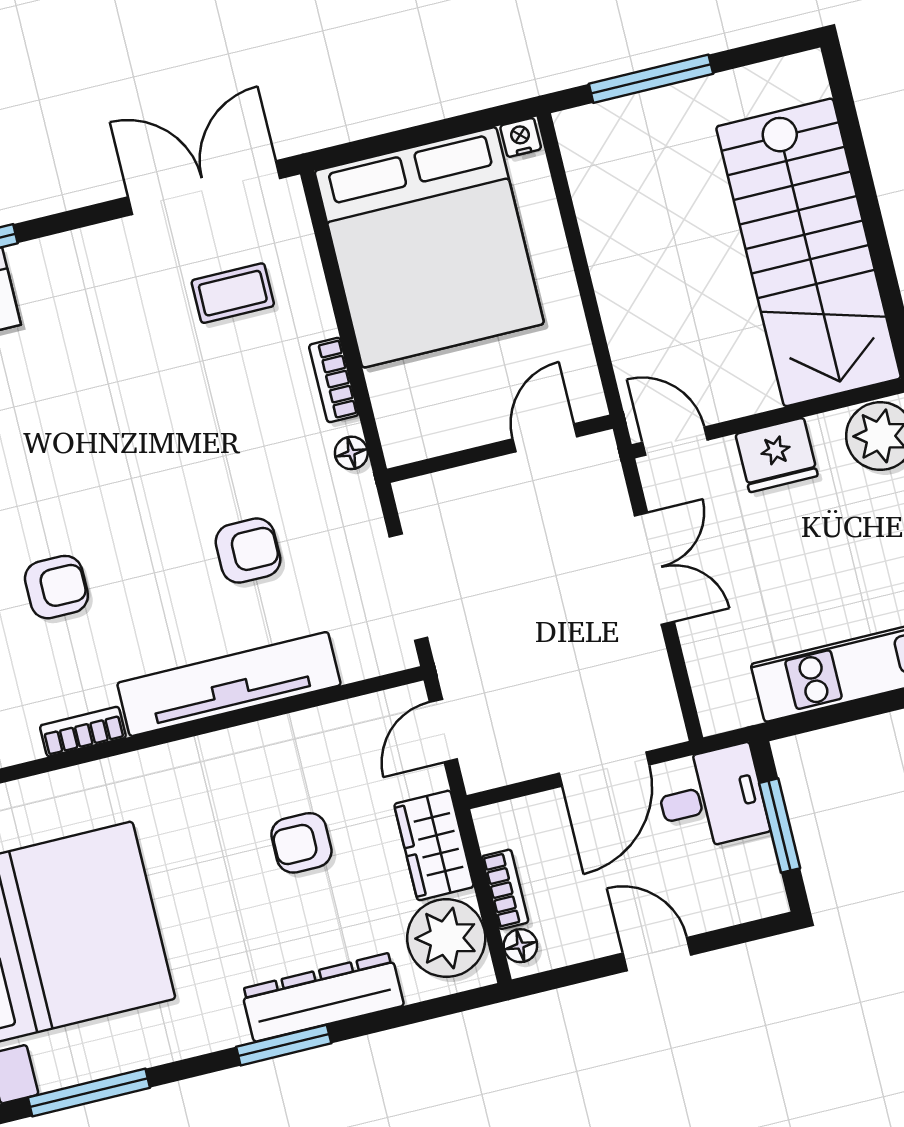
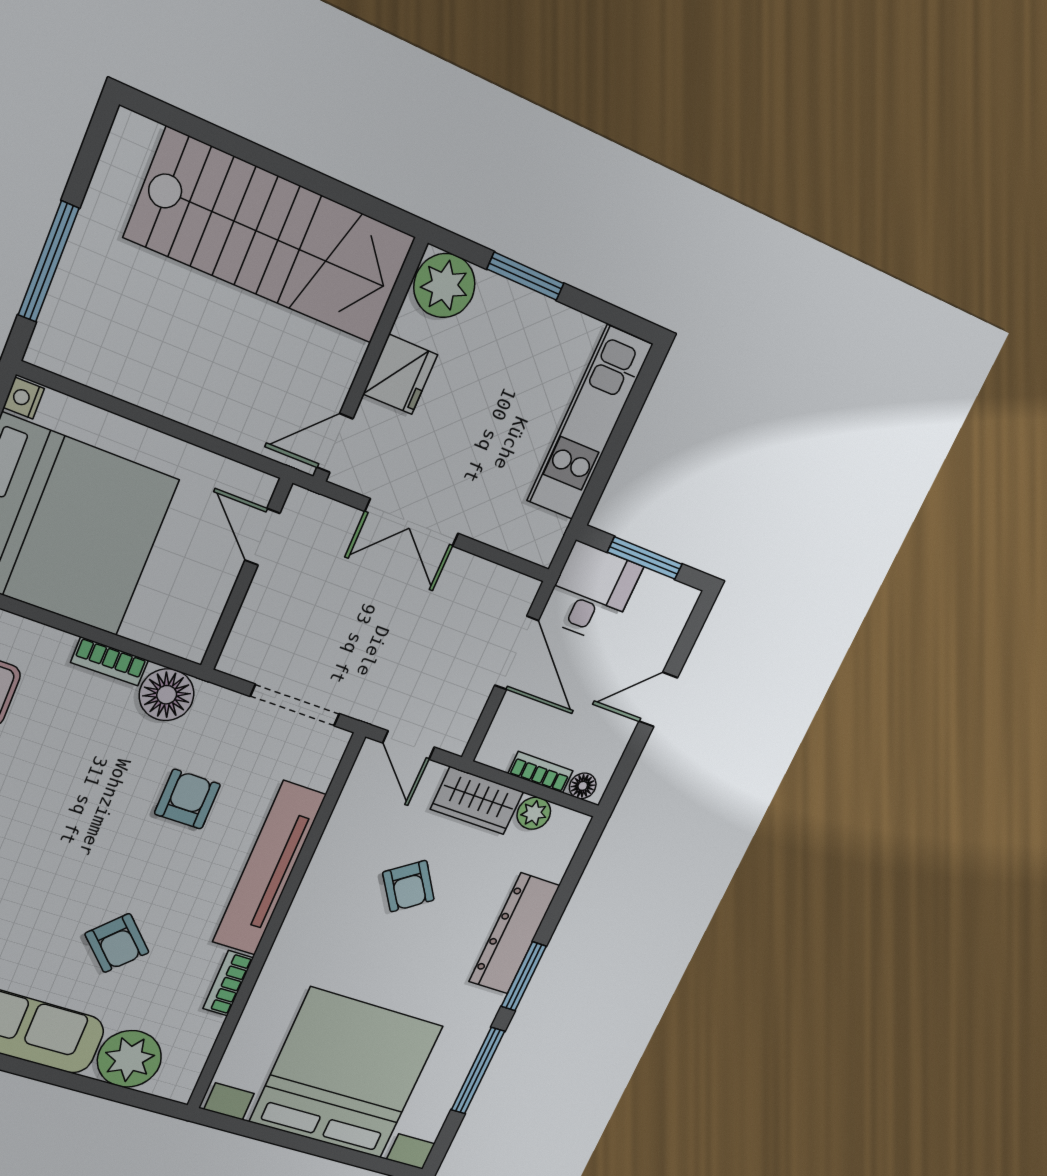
floor lamp: (351, 453) -> (167, 695), width x1.89, depth x1.89
double door: (654, 568) -> (412, 523), swing flipped
armchair: (56, 587) -> (117, 943), turned 135
armchair: (301, 843) -> (408, 886), turned -35
plant: (446, 938) -> (534, 813), width x0.53, depth x0.53
window: (89, 1093) -> (478, 1071), moved

